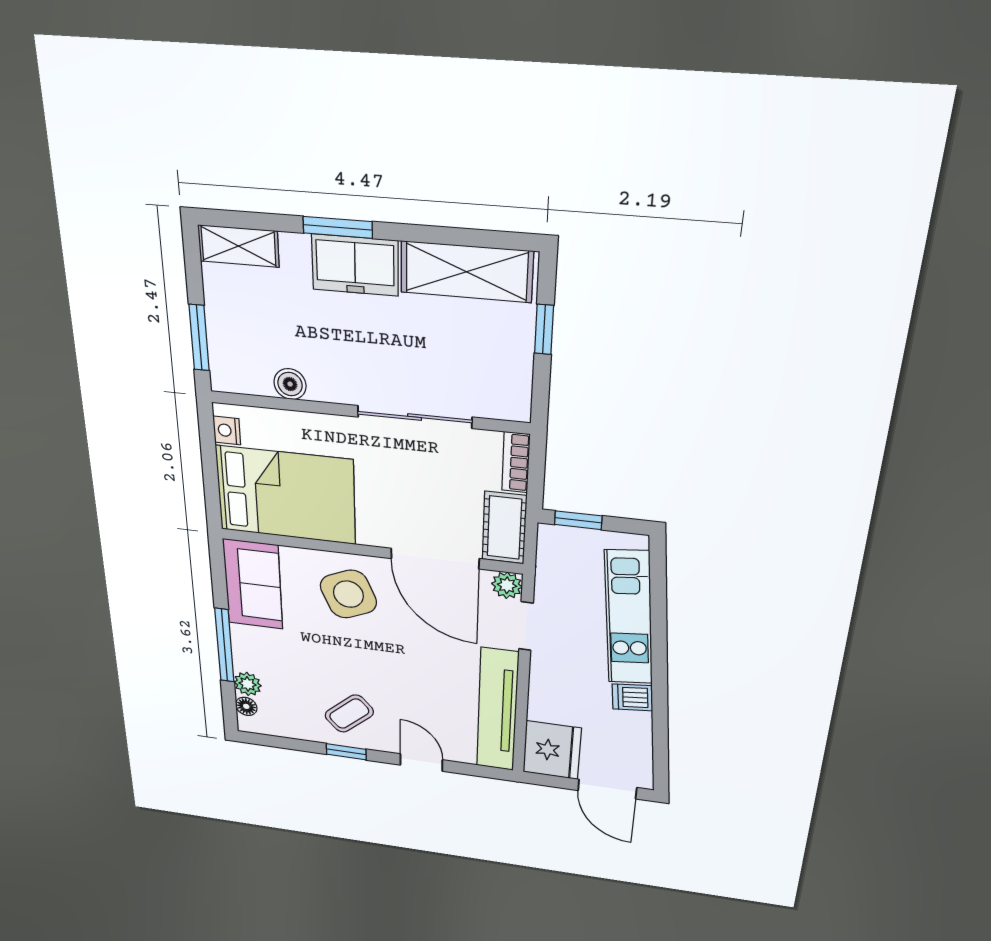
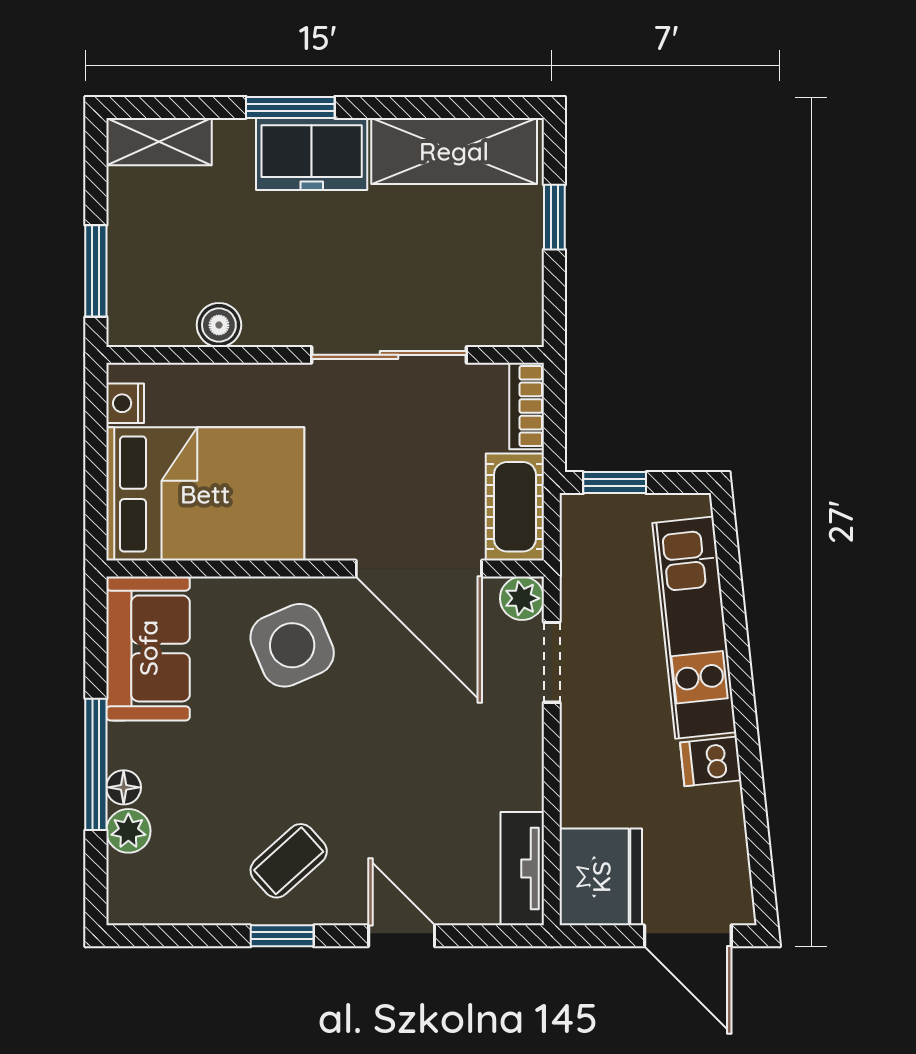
floor lamp: (246, 706) -> (124, 787), moved
tv unit: (497, 710) -> (522, 869), width x0.52, depth x0.78

